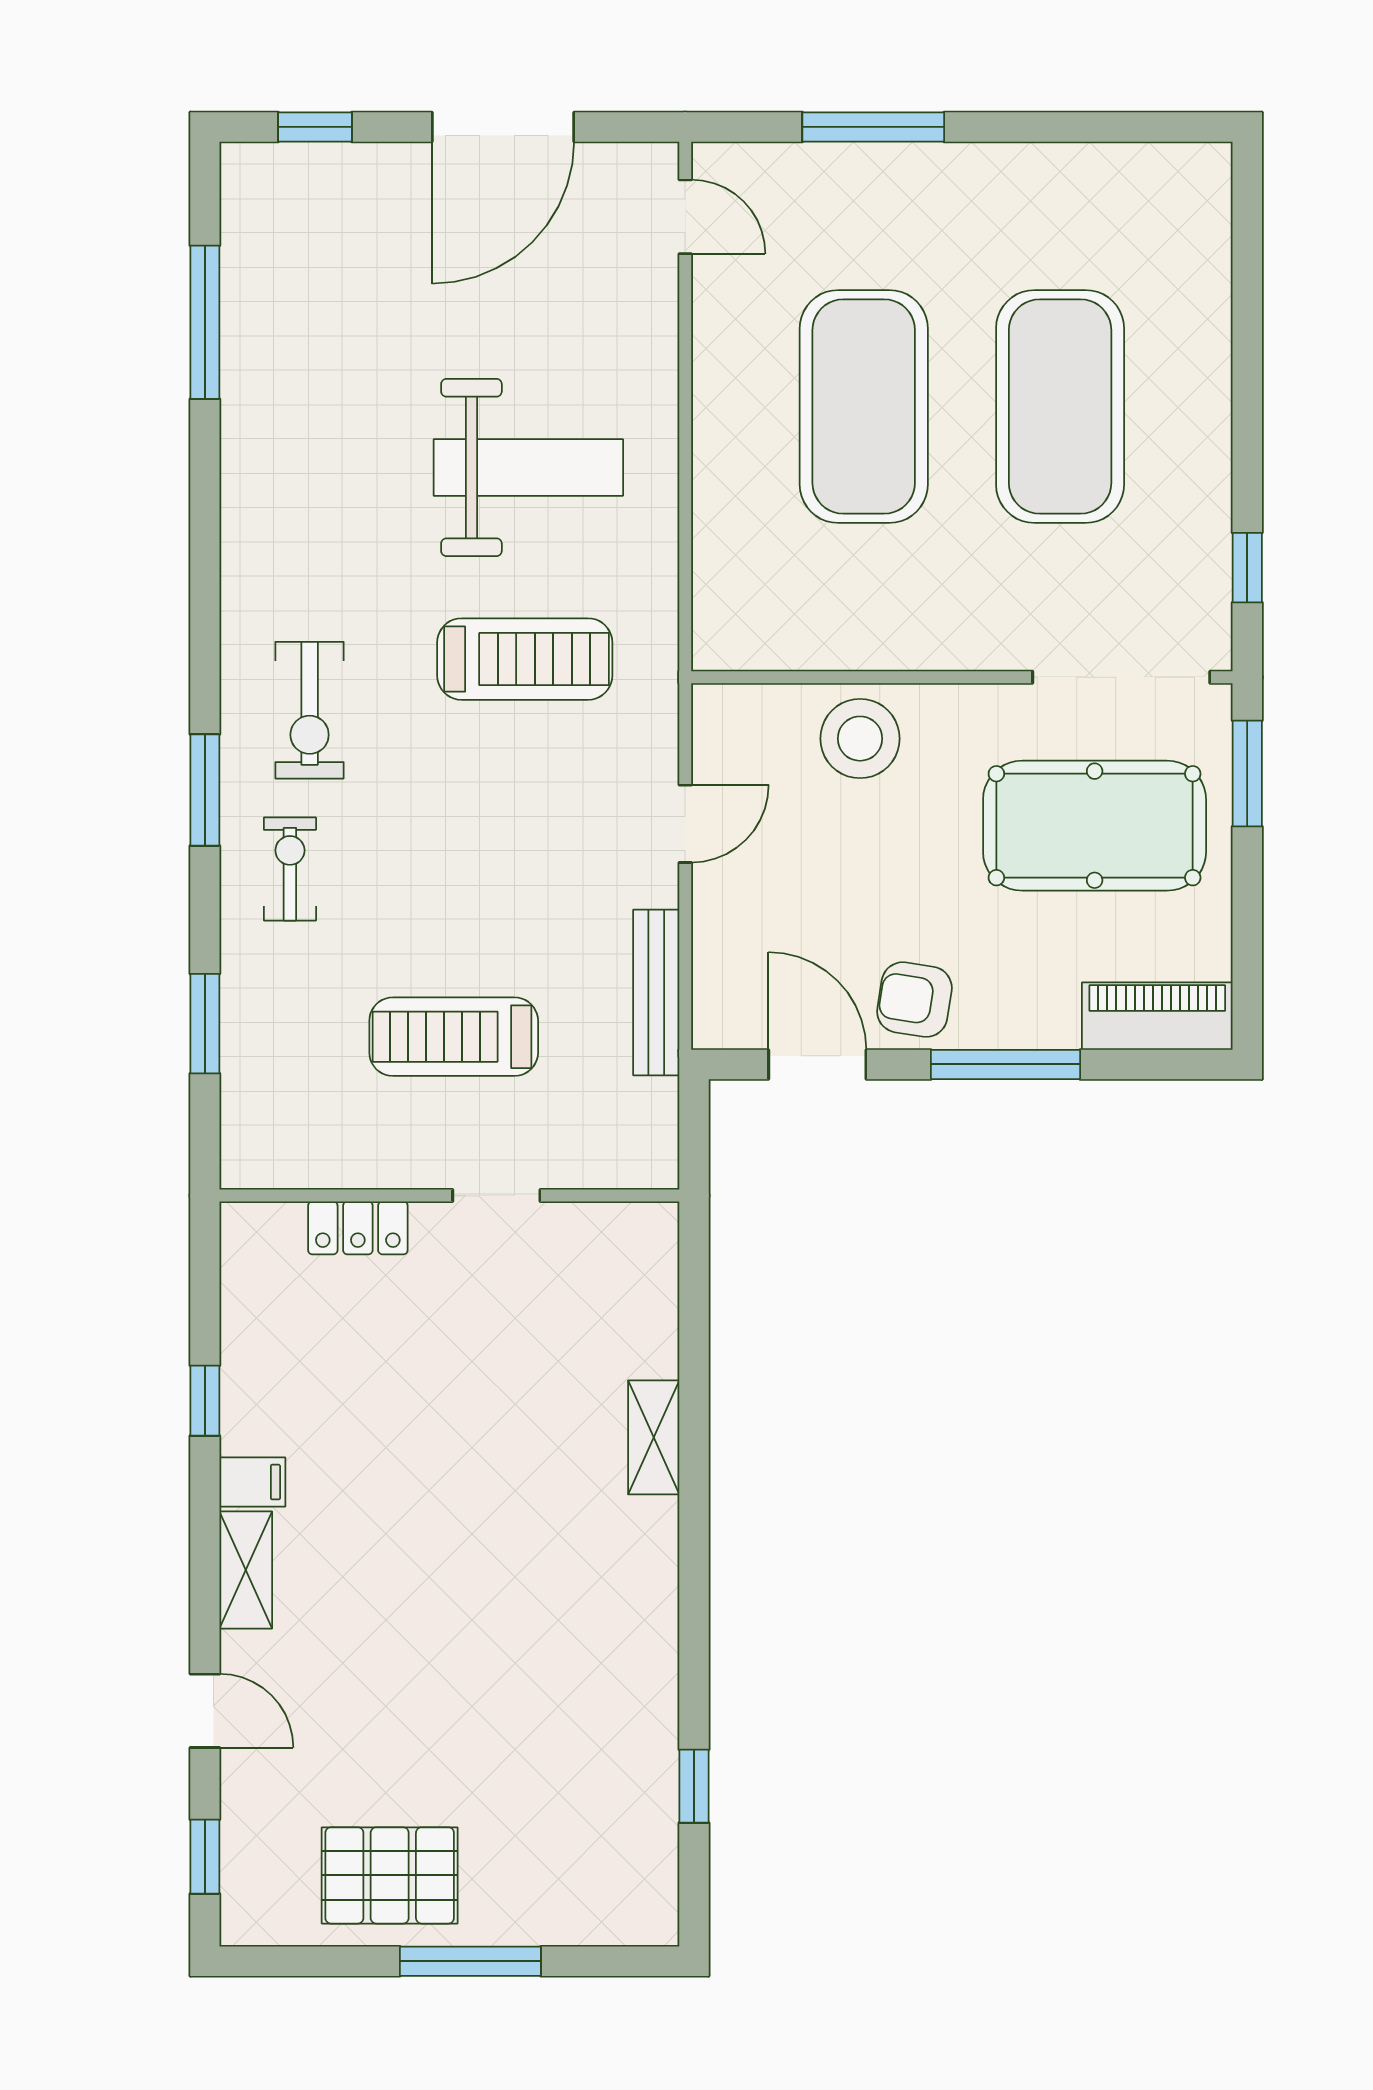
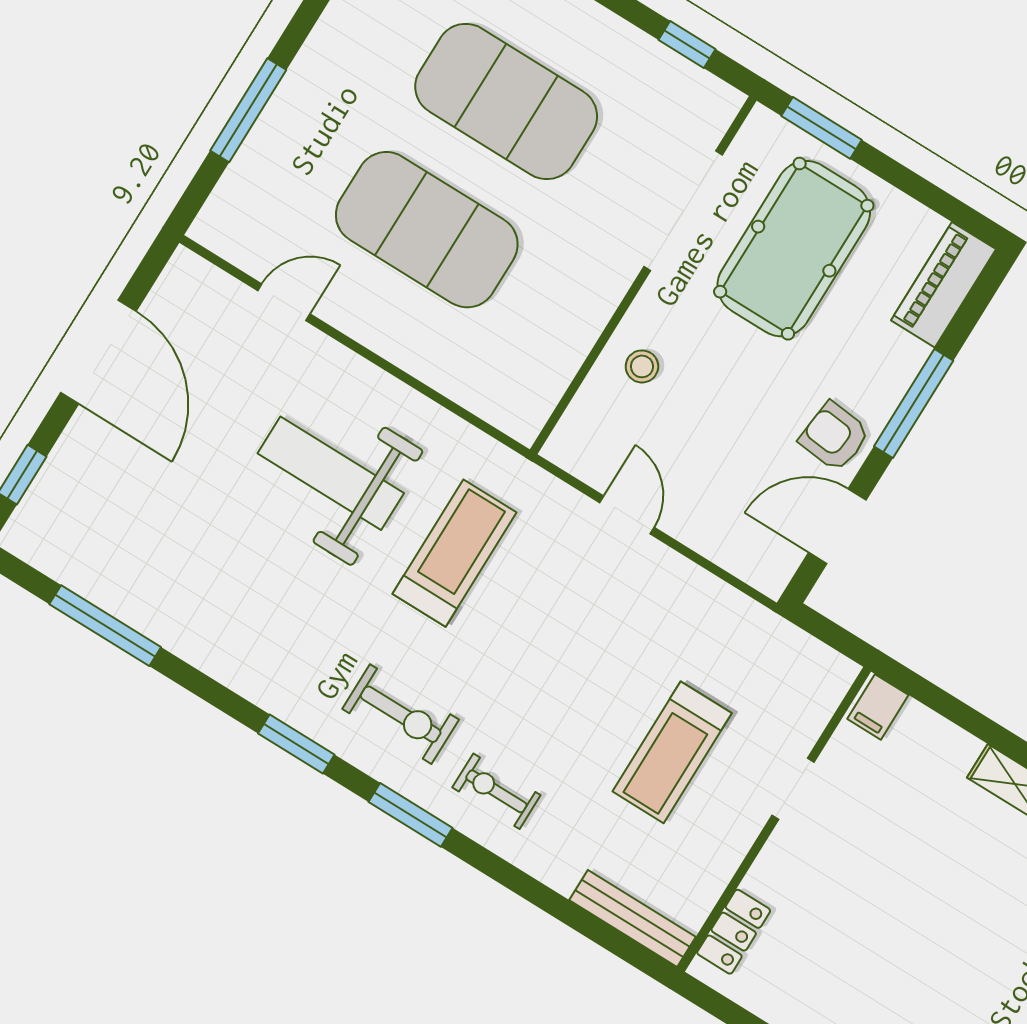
door: (685, 217) -> (284, 302), moved
weight bench: (528, 467) -> (331, 473), turned -90
doorway: (1121, 677) -> (683, 211), moved
stool: (860, 739) -> (642, 366), width x0.53, depth x0.53
bench: (656, 992) -> (633, 918), moved
armchair: (914, 1000) -> (834, 437), turned 87
window: (205, 1024) -> (296, 744), moved
locker: (358, 1228) -> (734, 932), moved
filing cabinet: (645, 1233) -> (878, 707), added

